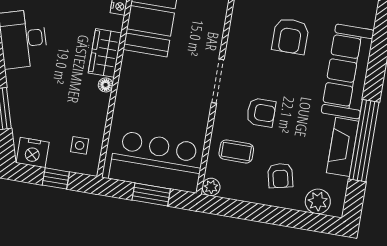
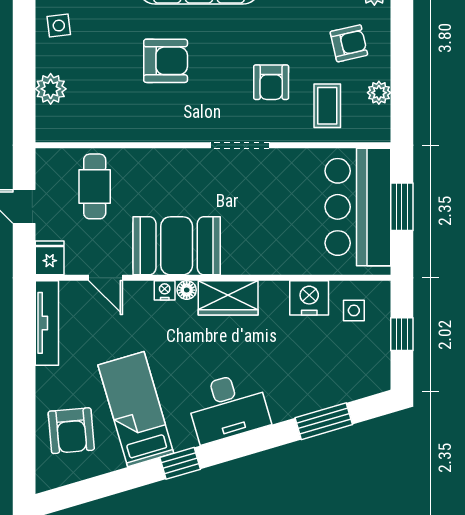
floor lamp: (106, 85) -> (187, 290), moved
armchair: (261, 112) -> (271, 82), turned 180
nightstand: (33, 153) -> (309, 298), moved, turned -90
plant: (211, 187) -> (379, 93), moved

